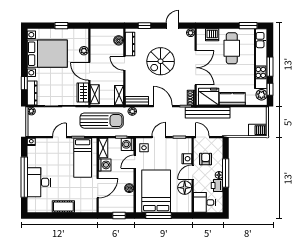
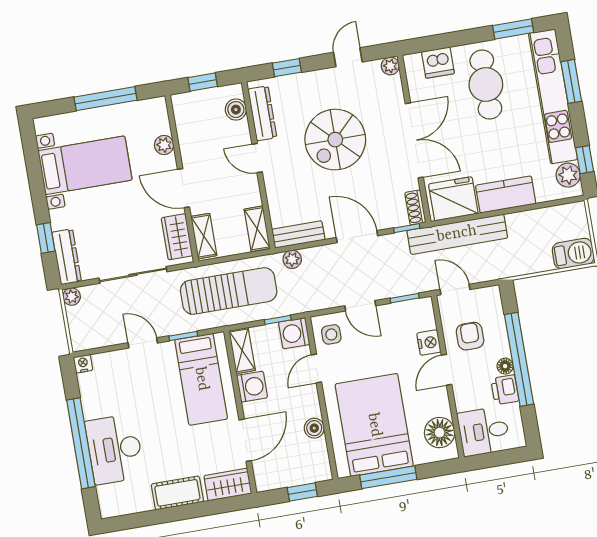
window: (61, 26) -> (105, 99), width x2.17
window: (106, 26) -> (203, 82), added
bed with nightstands: (47, 54) -> (85, 165), width x0.73
window: (270, 67) -> (571, 81), moved
door: (59, 137) -> (143, 343), hinge flipped
door: (159, 137) -> (360, 306), swing flipped
window: (226, 173) -> (519, 359), width x1.46
floor lamp: (185, 188) -> (440, 433), moved
wardrobe: (86, 207) -> (228, 485), added

